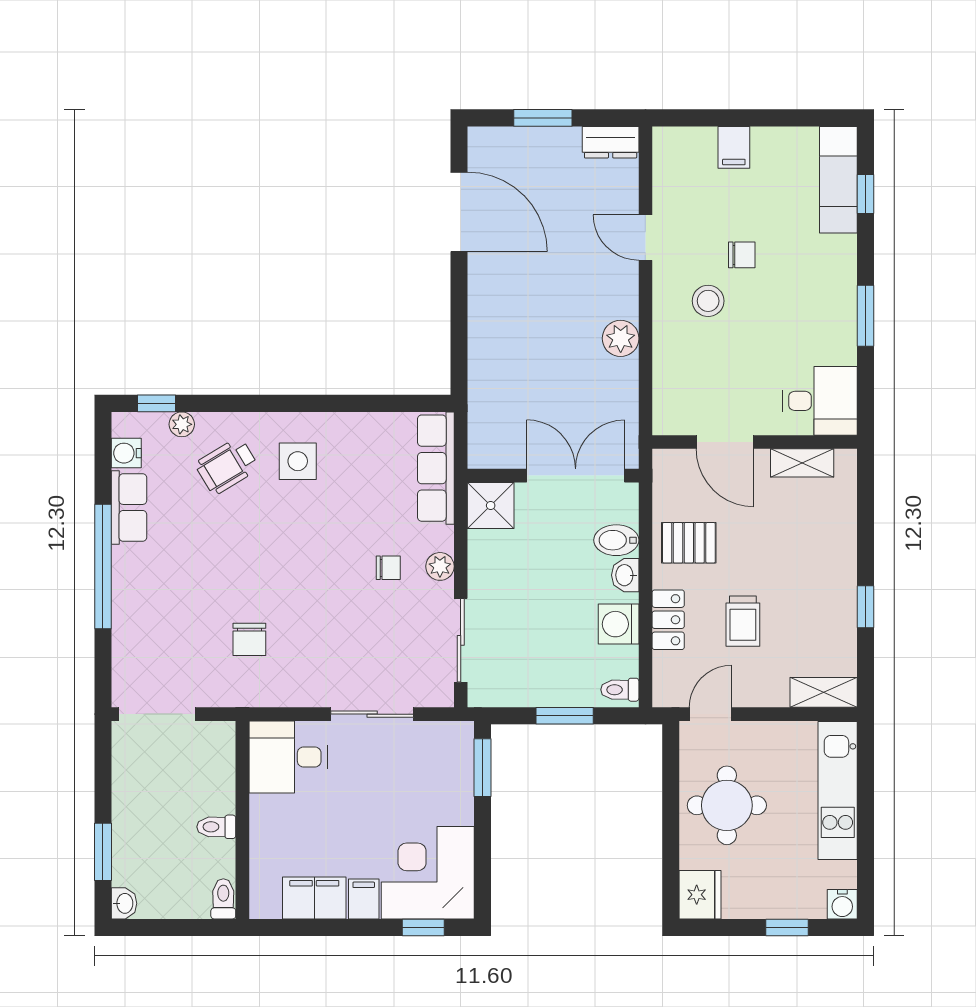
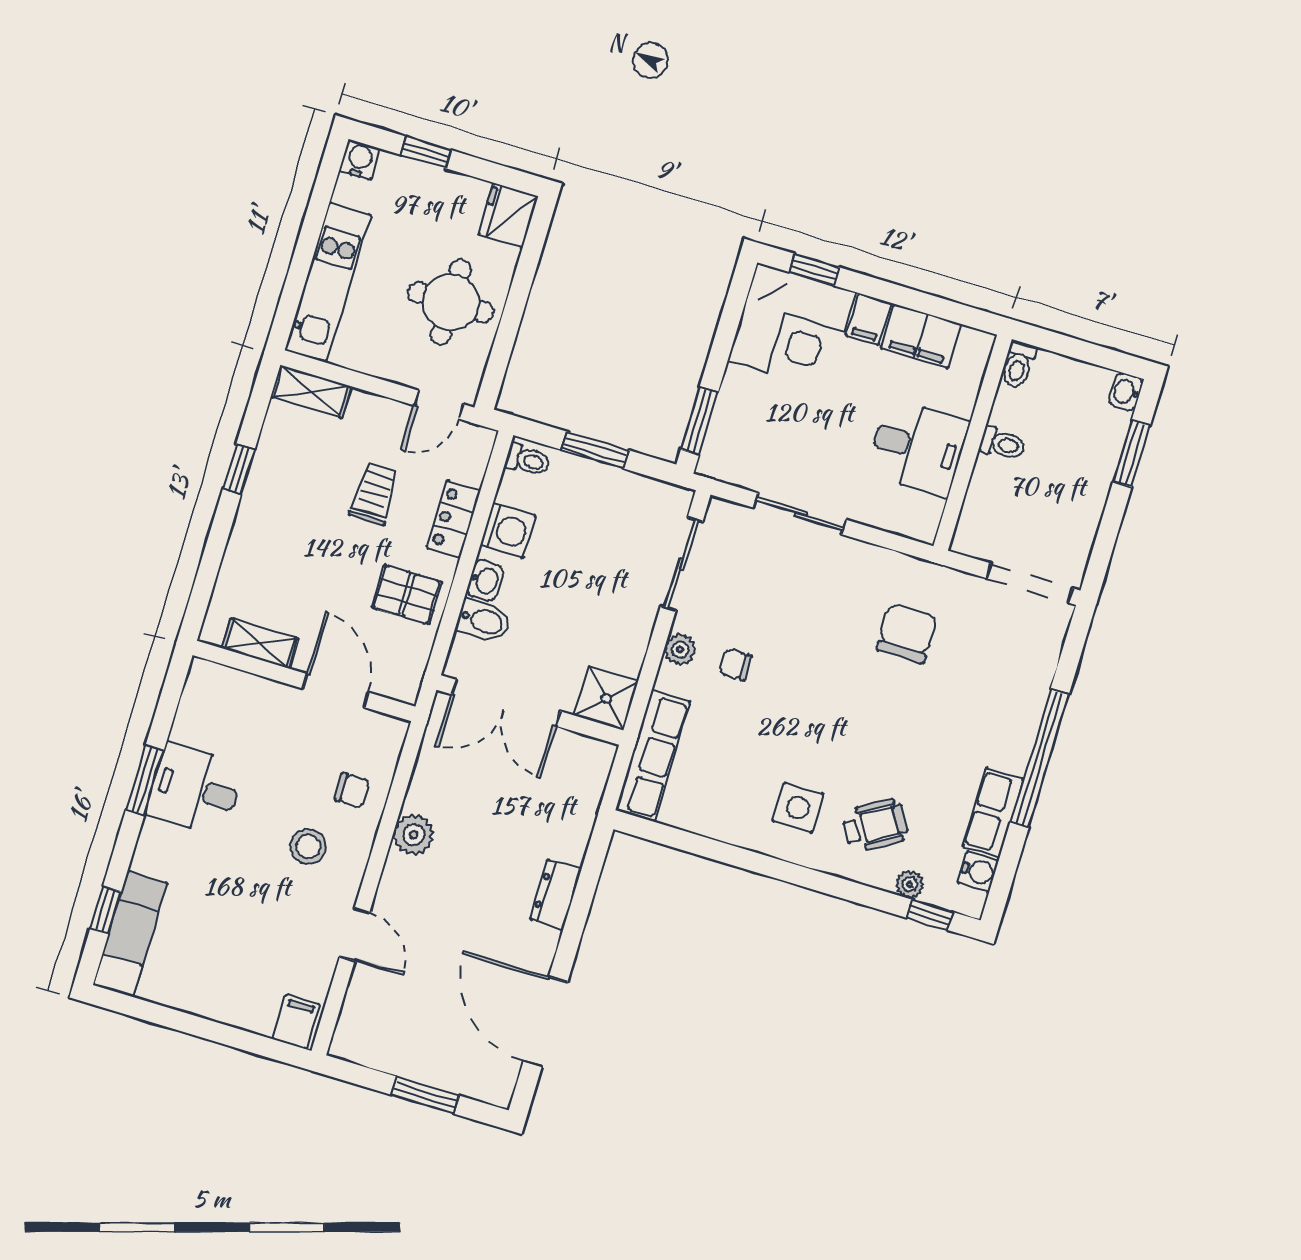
dresser: (611, 142) -> (556, 894), moved, turned -90
filing cabinet: (734, 147) -> (296, 1022), moved
chair: (742, 255) -> (352, 790), moved, turned 180
desk: (820, 401) -> (195, 789), moved
chair: (249, 639) -> (907, 633), width x1.37, depth x1.37
desk: (288, 757) -> (918, 447), moved

